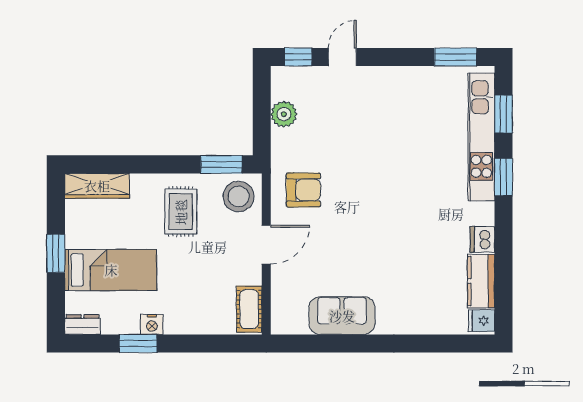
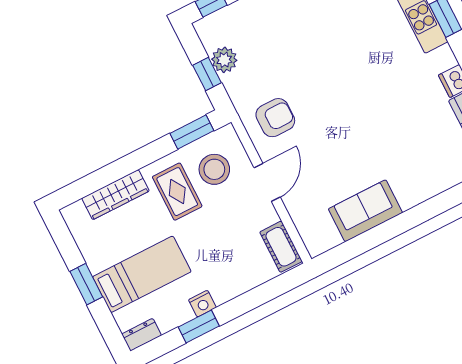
window: (262, 119) -> (207, 74), added
wardrobe: (97, 186) -> (115, 195), moved
stool: (239, 196) -> (214, 169), moved

